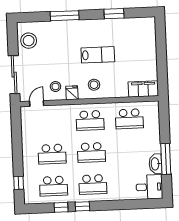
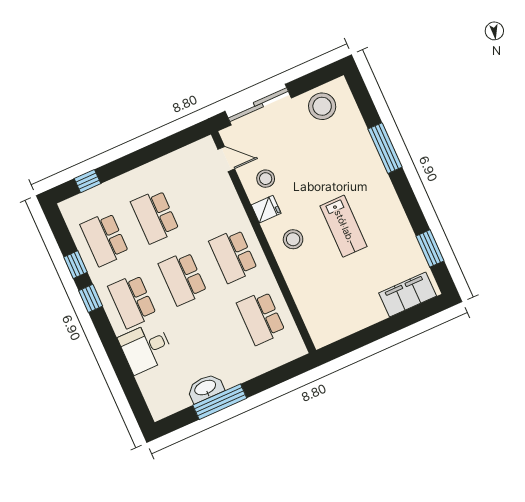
window: (114, 14) -> (430, 248), moved
filing cabinet: (143, 89) -> (408, 294), moved, turned -90
desk: (149, 187) -> (146, 348), moved, turned 90

